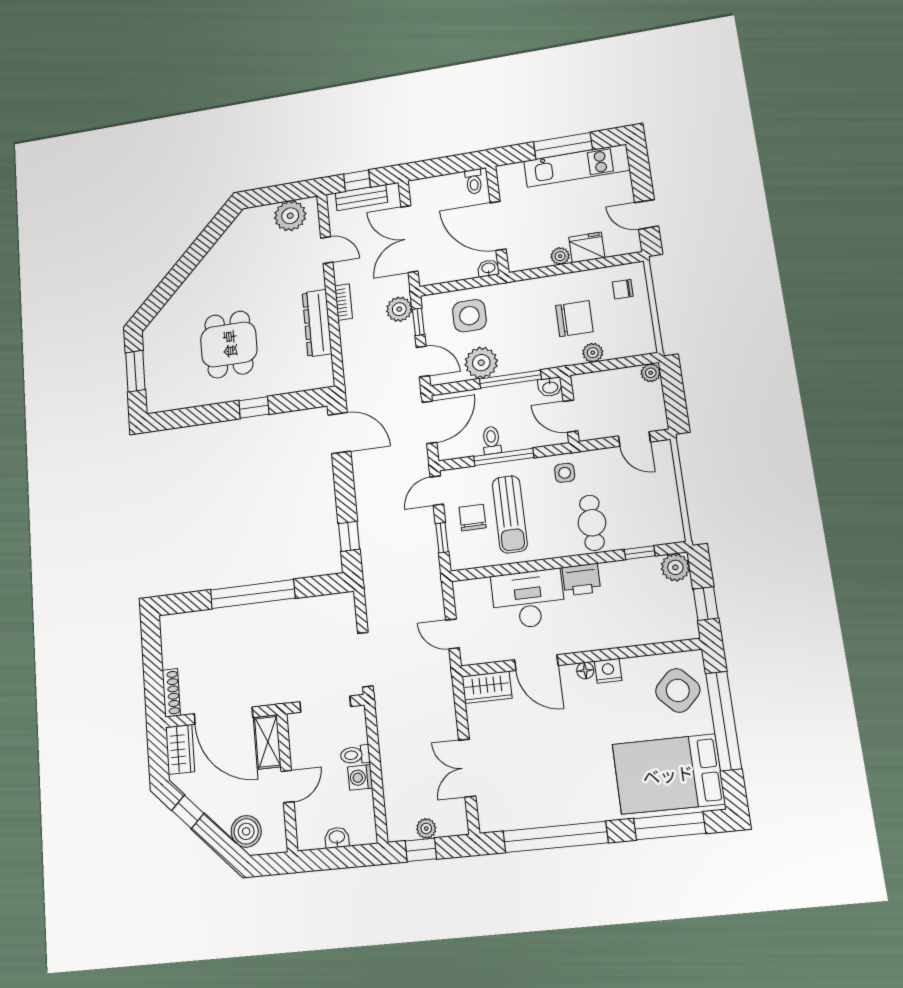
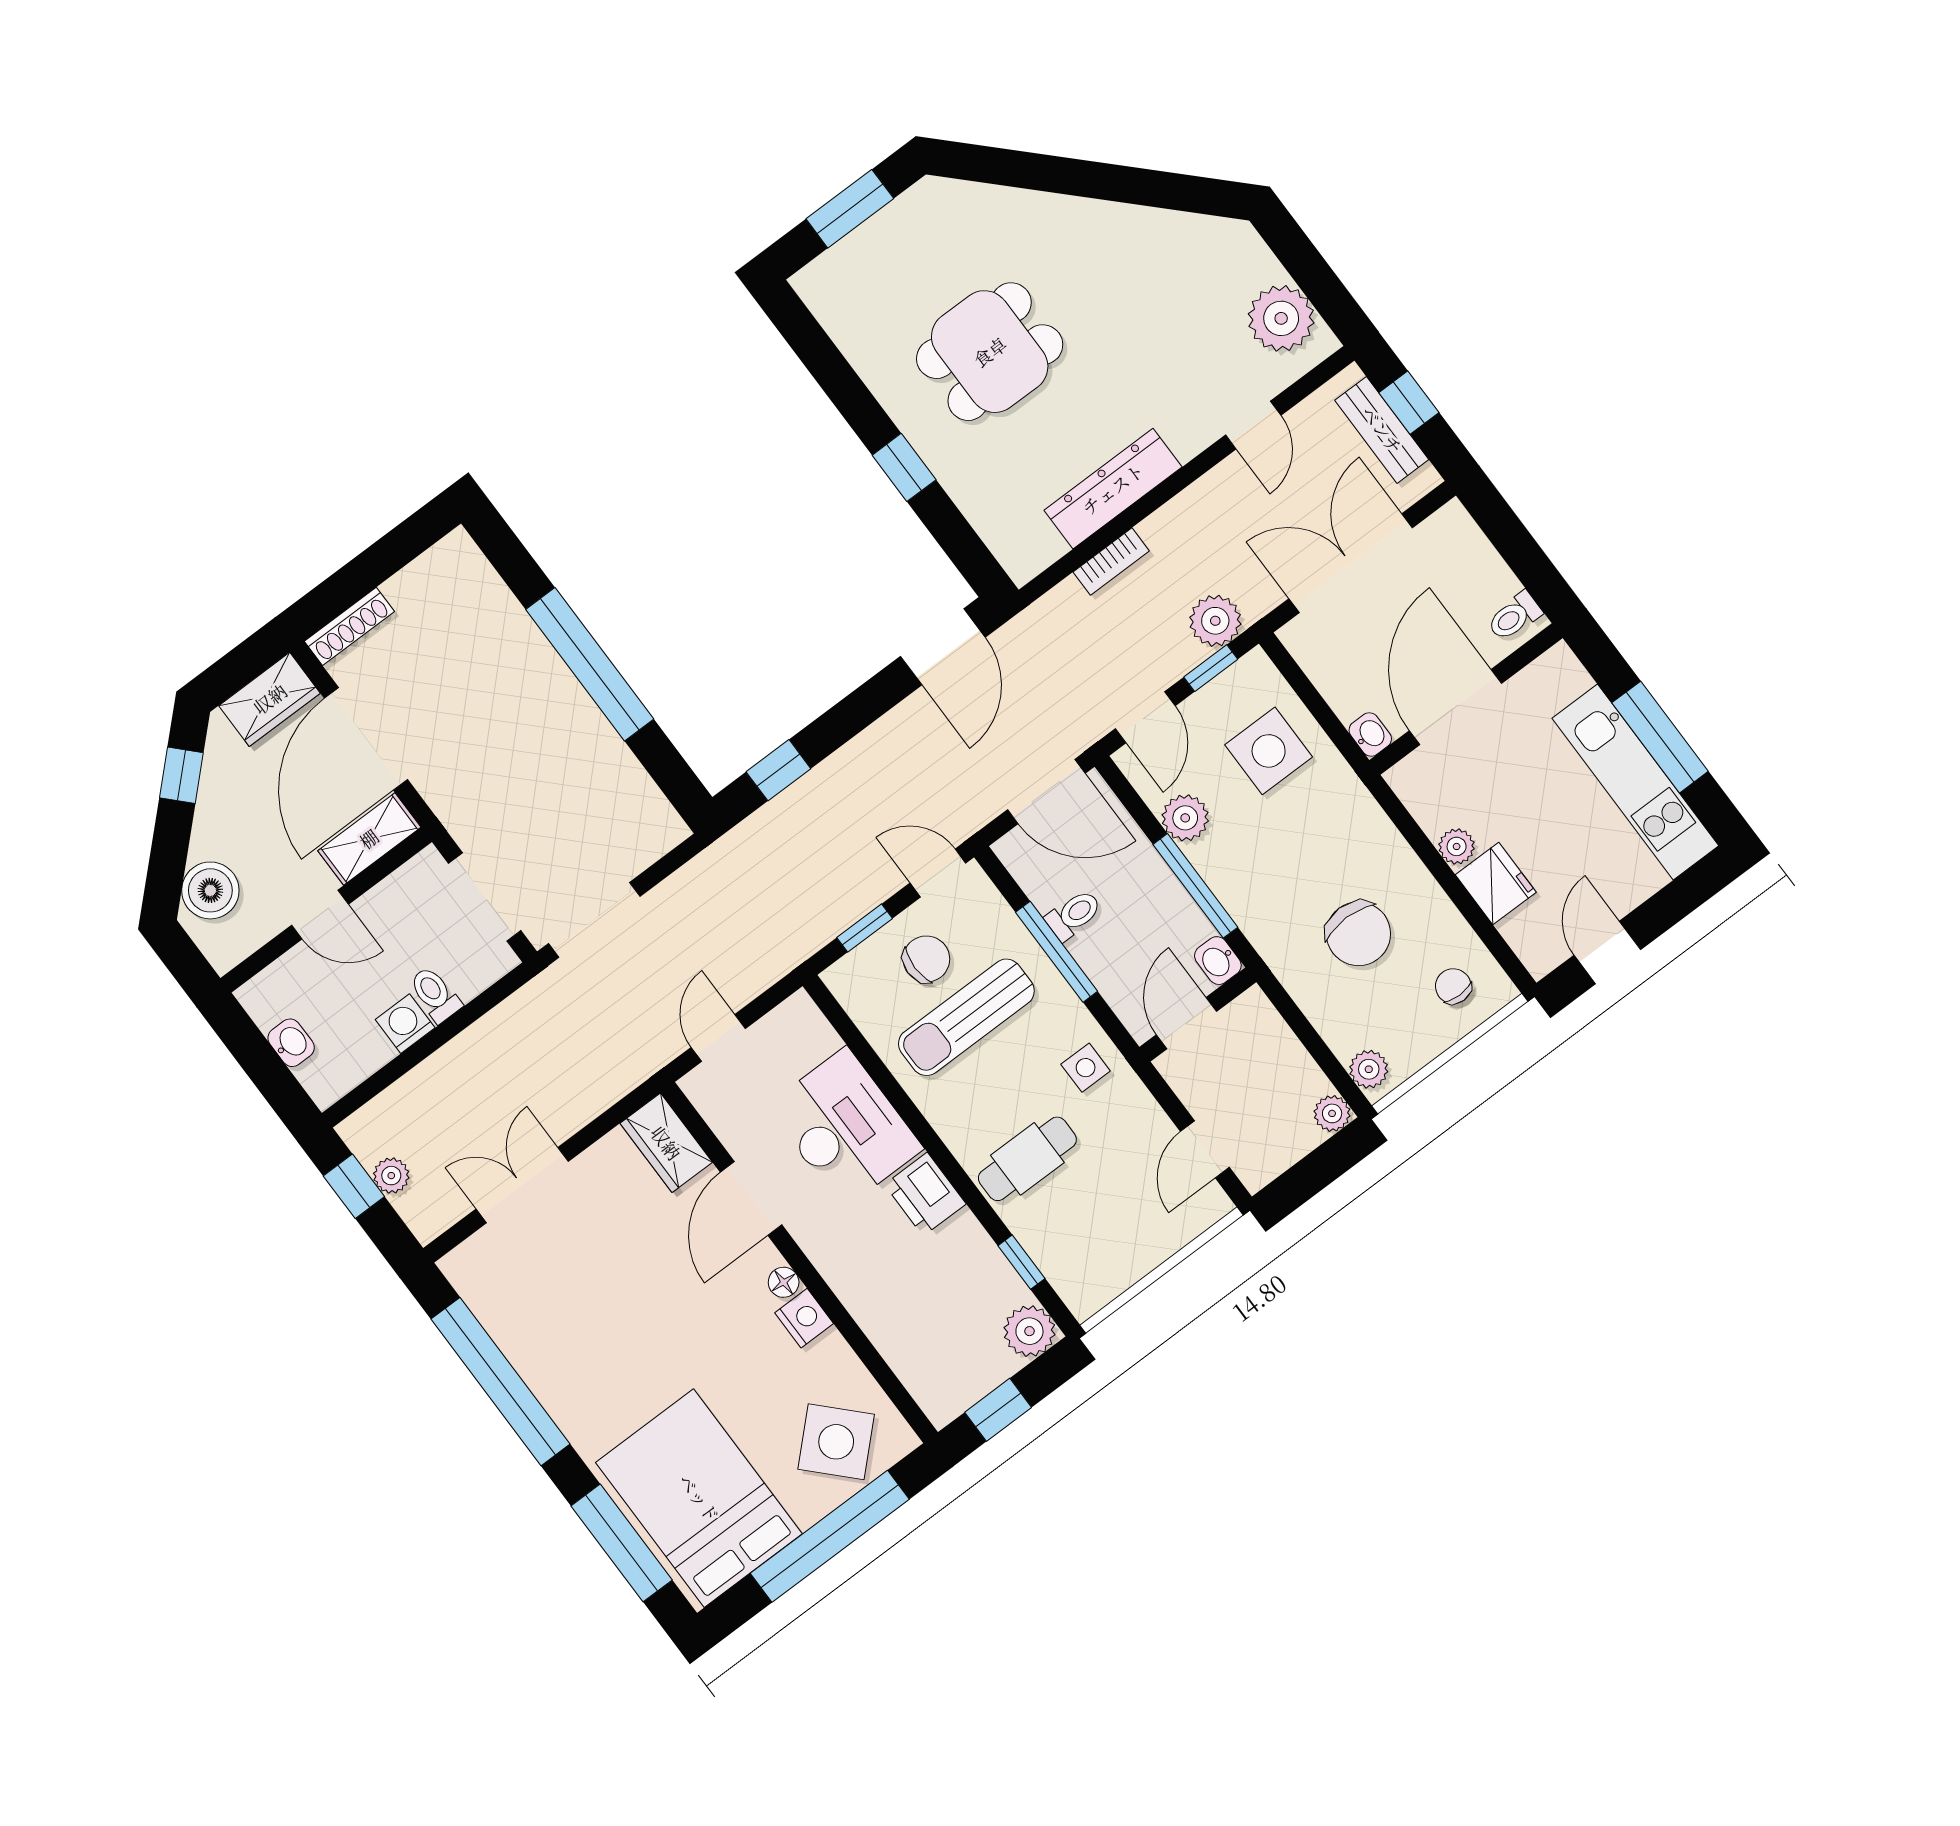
bookcase: (343, 302) -> (1111, 562), moved
plant: (593, 353) -> (1369, 1069), moved
plant: (481, 363) -> (1185, 818), width x0.73, depth x0.73

